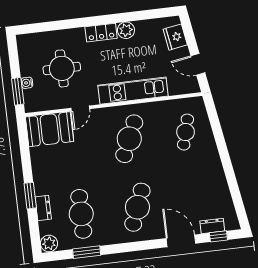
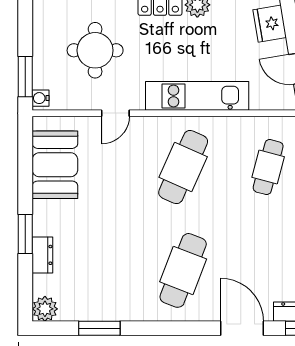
water cooler: (27, 83) -> (41, 98), moved
booth: (50, 129) -> (55, 165), moved, turned 90
cafe table: (81, 214) -> (98, 270), removed

